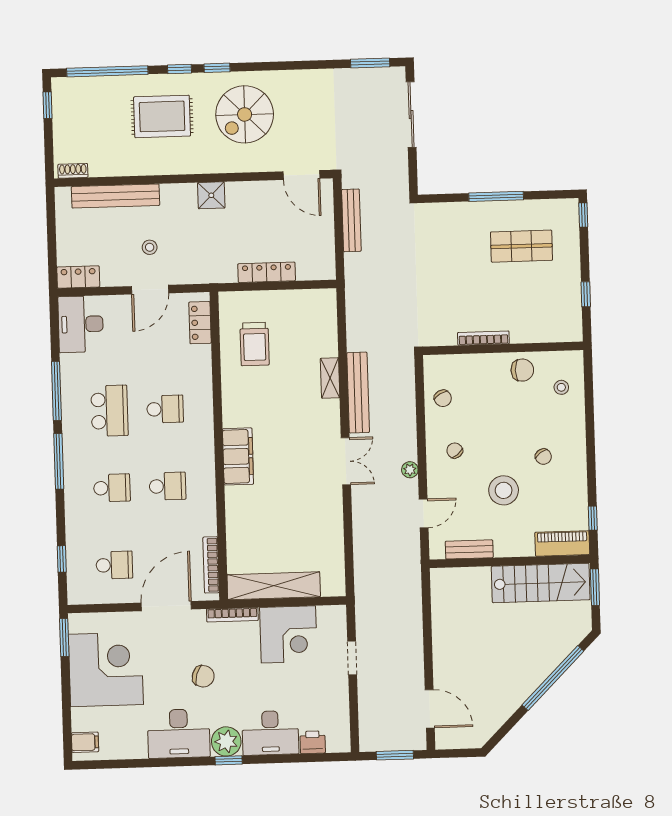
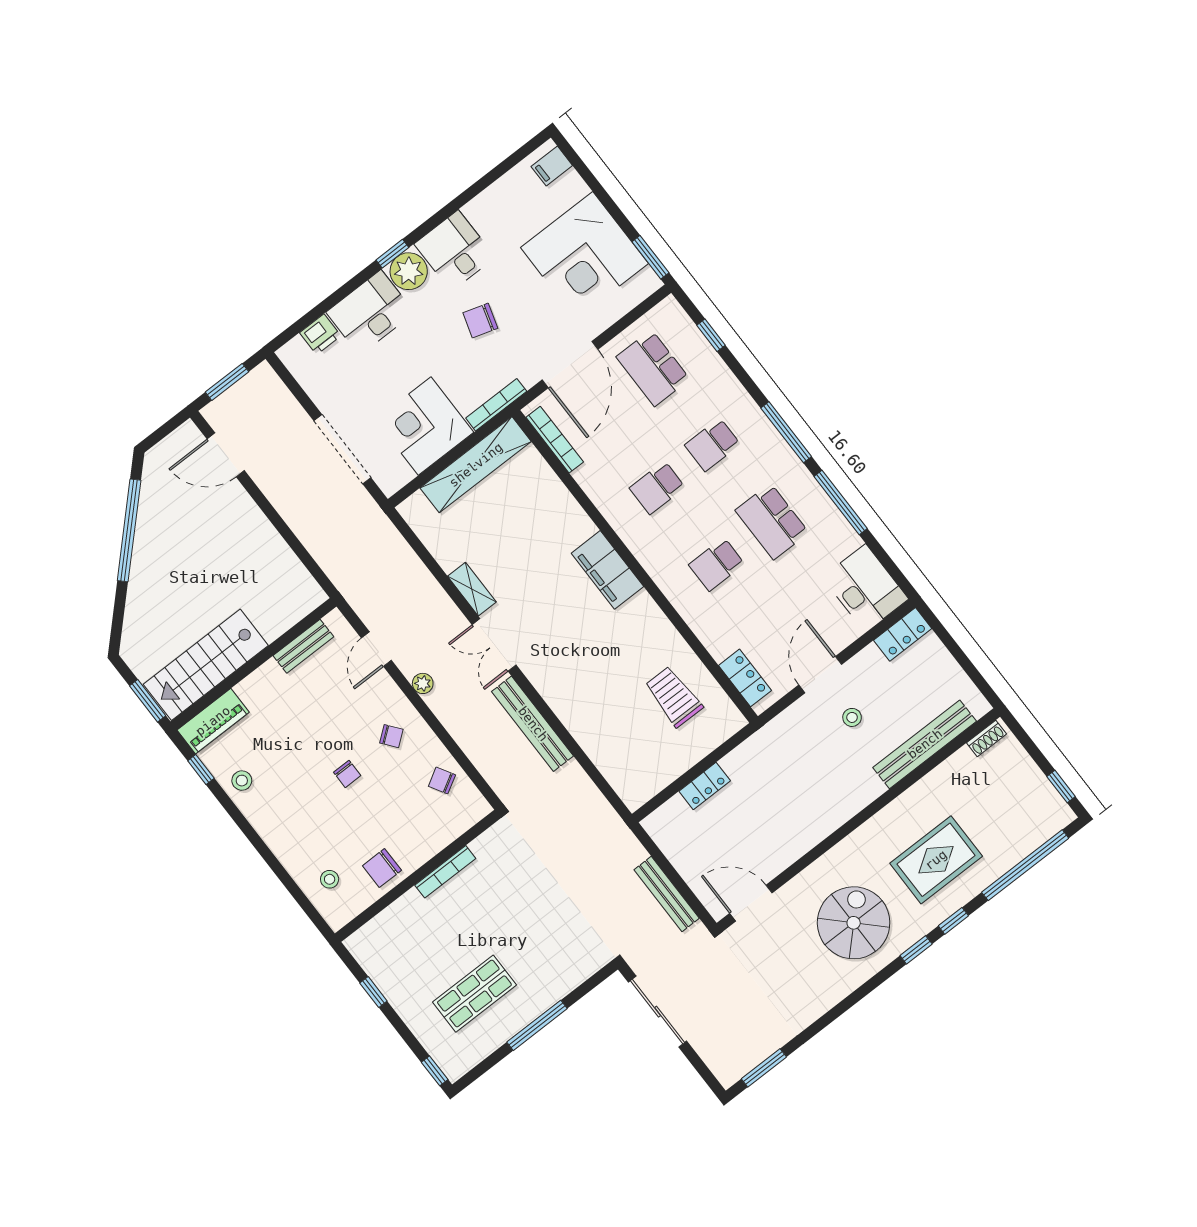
sliding door: (411, 115) -> (658, 1012), moved
shower: (211, 195) -> (828, 816), removed
locker: (267, 272) -> (705, 786), width x0.66
shelving: (330, 378) -> (472, 589), moved
chair: (543, 457) -> (347, 774), moved, turned -145
stool: (504, 490) -> (242, 781), moved, width x0.53, depth x0.53
school desk: (114, 565) -> (653, 368), width x1.85
doorway: (352, 658) -> (342, 449), width x1.87
window: (553, 678) -> (129, 530), moved
desk: (179, 734) -> (455, 251), width x0.73

